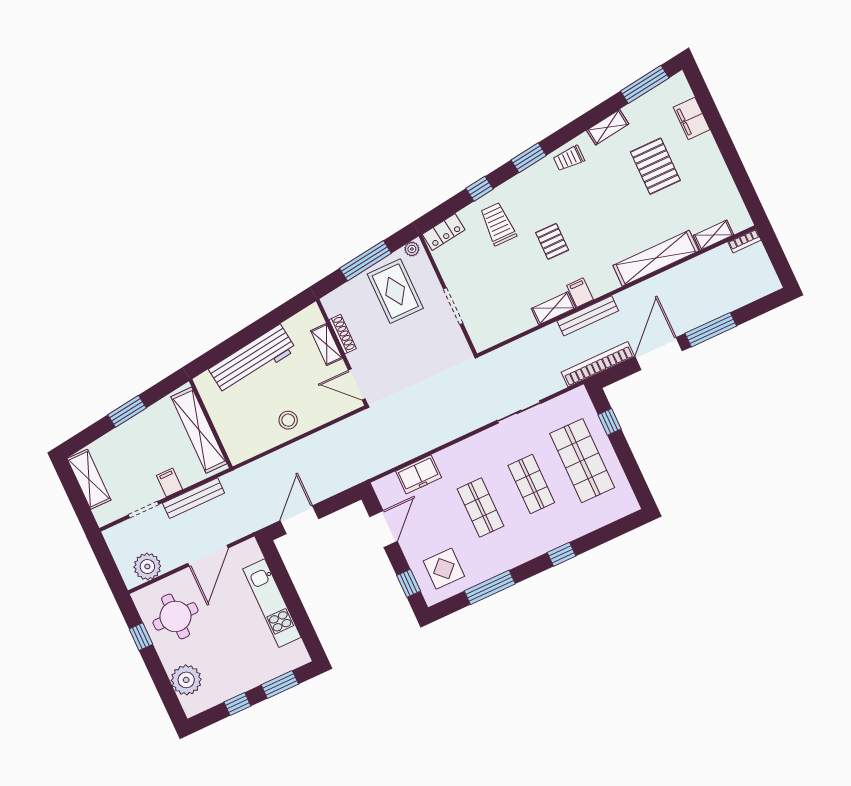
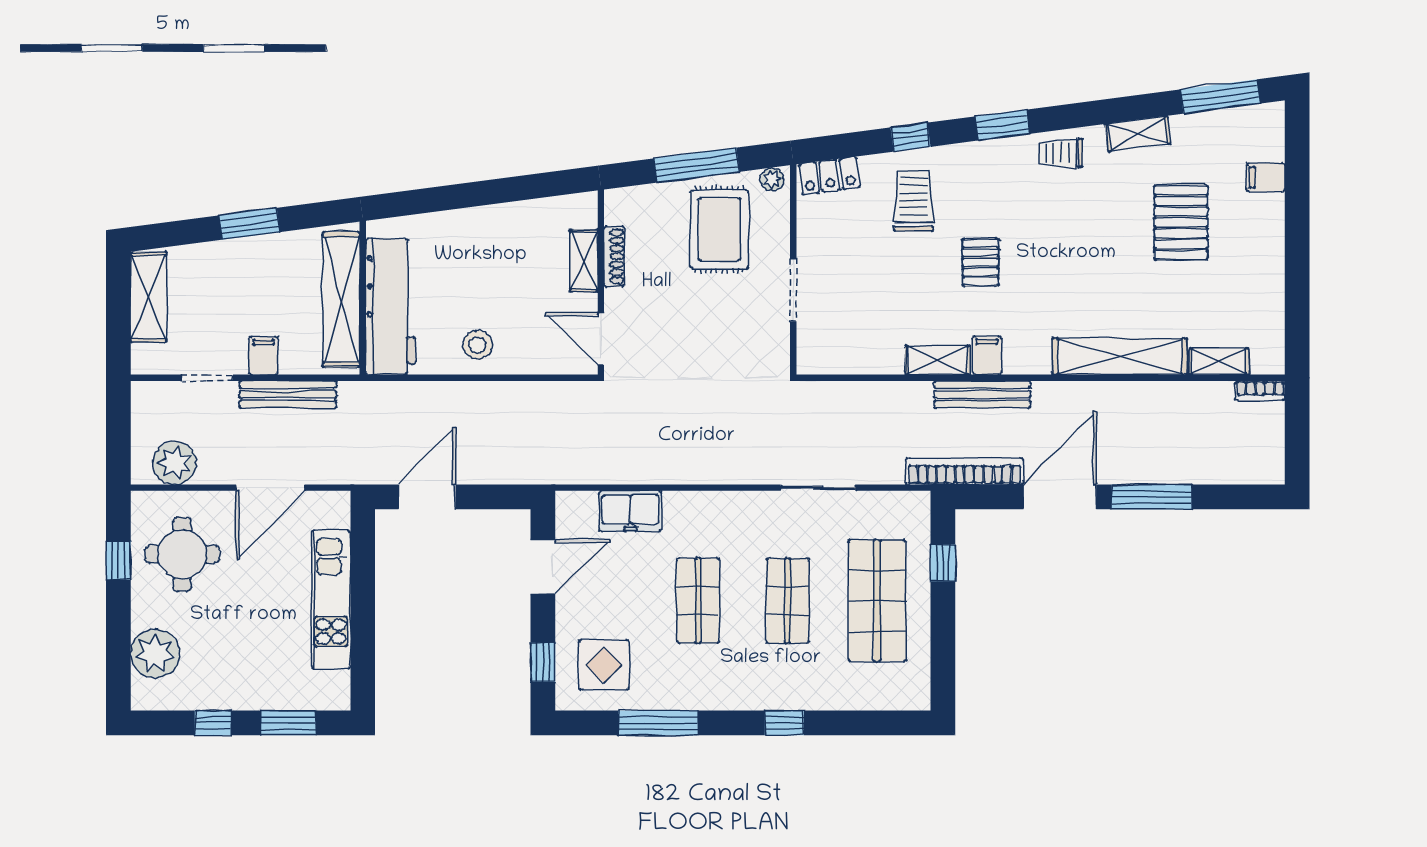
filing cabinet: (692, 118) -> (1266, 177), width x0.50
workbench: (252, 359) -> (391, 307), moved, turned -83

